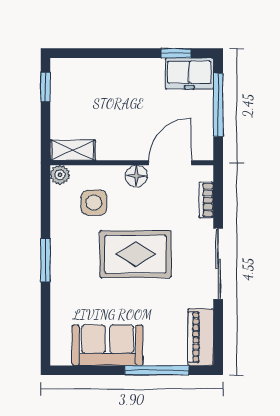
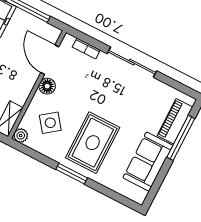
side table: (94, 203) -> (50, 123), turned -37
rug: (135, 254) -> (93, 143), moved
piano: (201, 337) -> (175, 121), moved, turned 90

